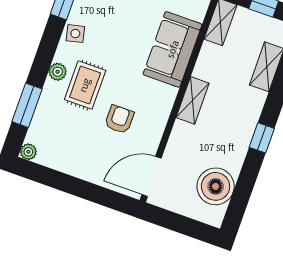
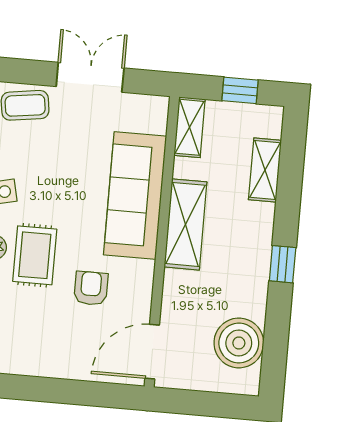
sofa: (173, 49) -> (135, 196), width x1.36
shelving: (193, 100) -> (186, 224), width x1.50, depth x1.33

